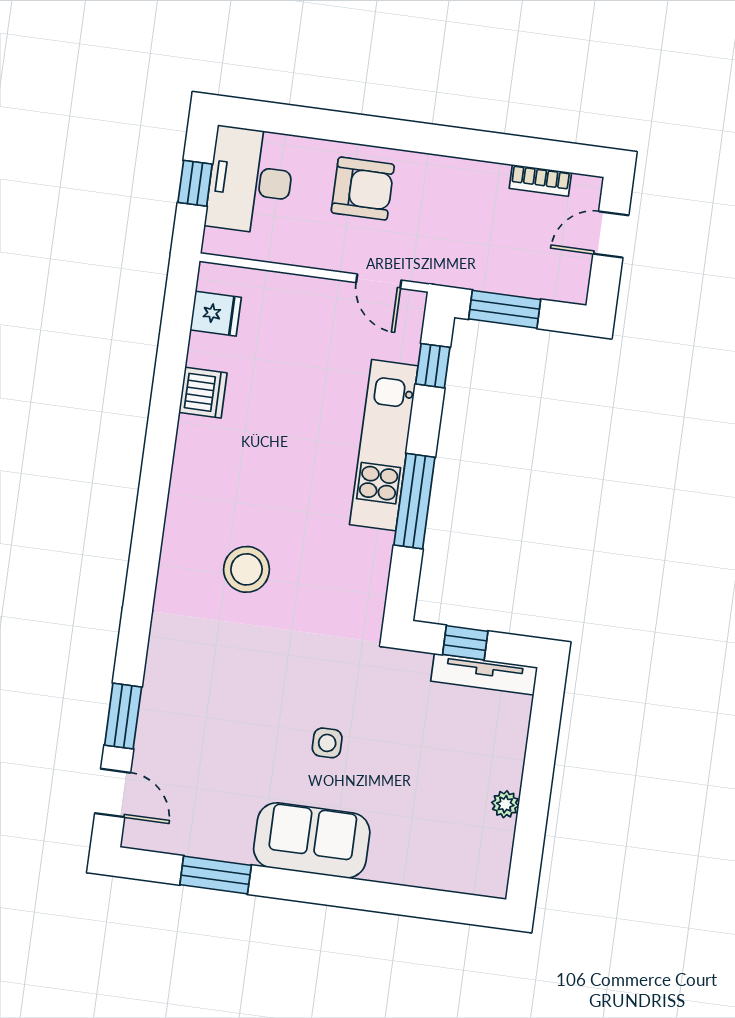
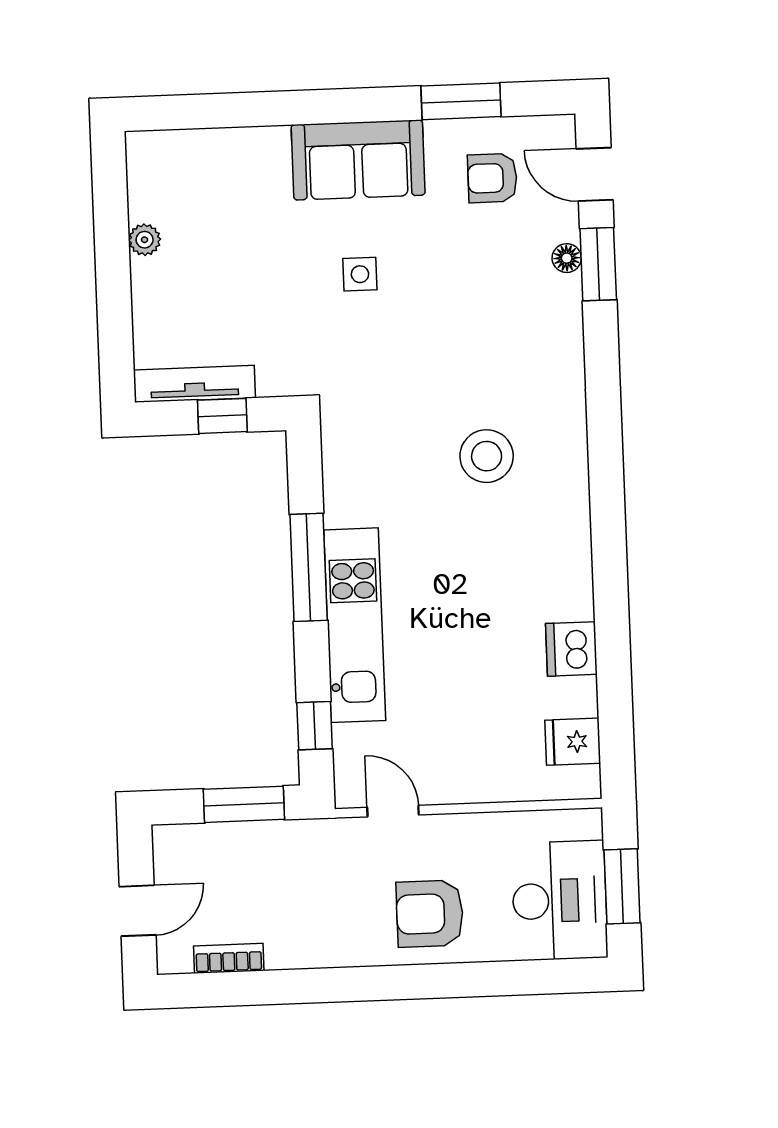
window: (195, 183) -> (622, 886), width x1.50
floor lamp: (149, 726) -> (567, 258), added
armchair: (200, 805) -> (492, 178), added

